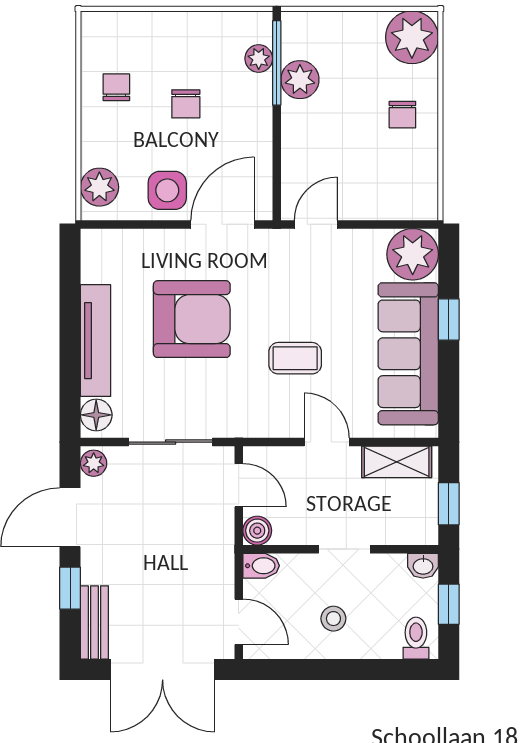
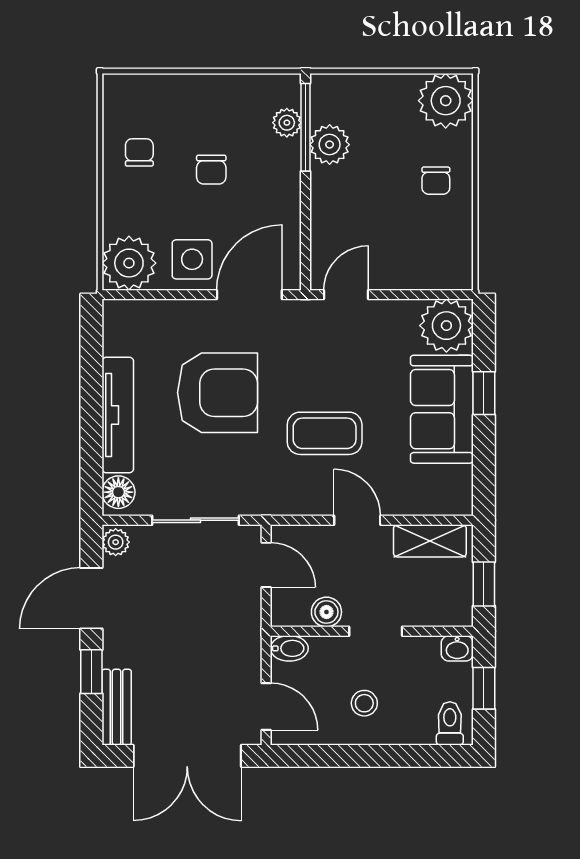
plant: (99, 187) -> (129, 263), width x1.36, depth x1.36
sofa: (408, 354) -> (442, 409), width x0.73
coffee table: (295, 358) -> (325, 433), width x1.36, depth x1.30
boiler: (257, 531) -> (326, 612), moved

